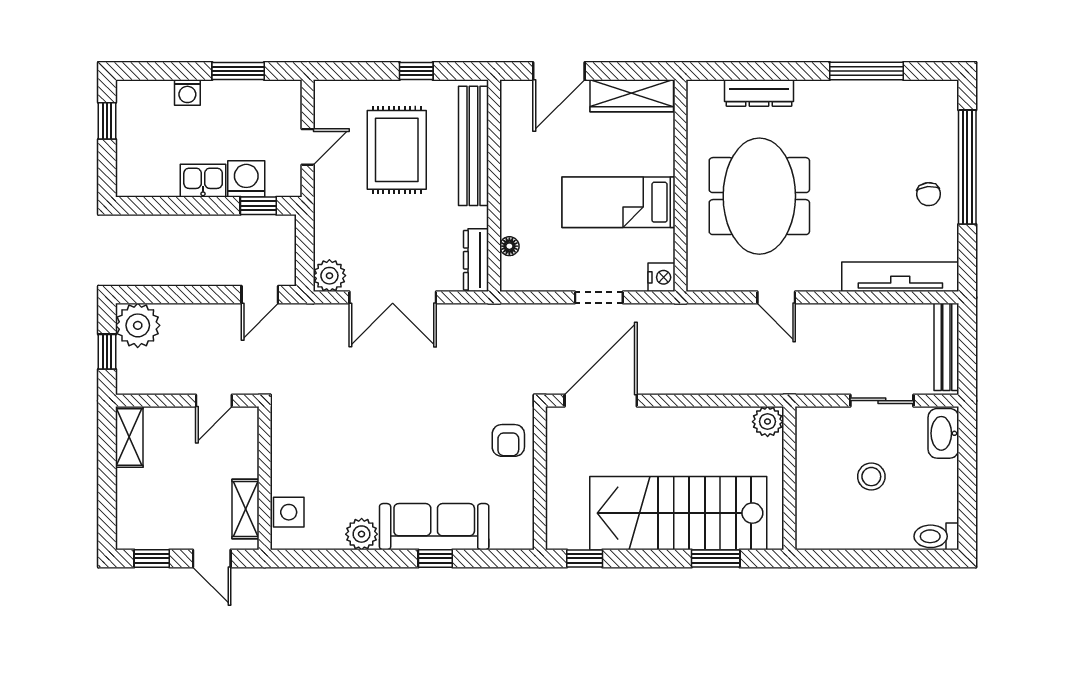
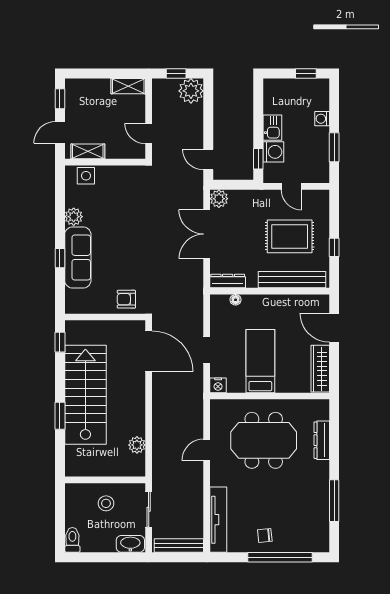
wall: (789, 478) -> (105, 480), moved

